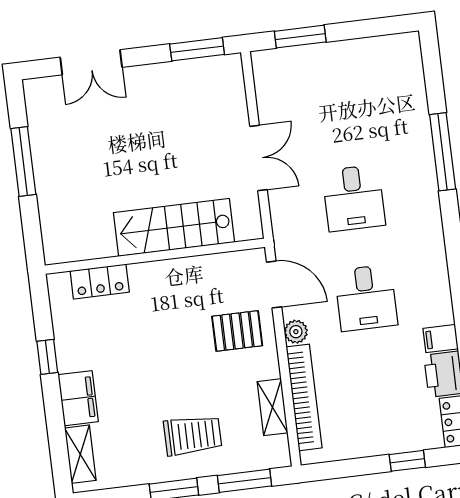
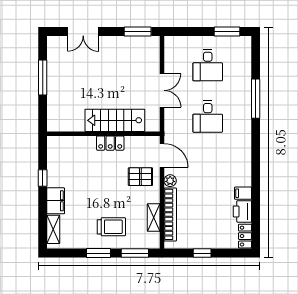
window: (300, 37) -> (227, 31), moved
locker: (100, 282) -> (110, 143), moved
desk: (366, 298) -> (208, 65), moved
window: (407, 461) -> (202, 253), moved

